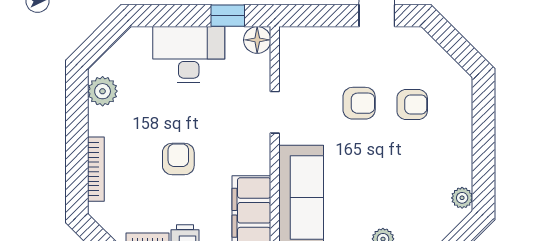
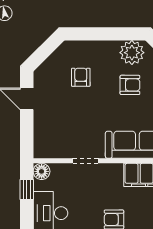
armchair: (359, 103) -> (130, 85), moved, turned 90
plant: (462, 198) -> (132, 53), width x1.88, depth x1.88

